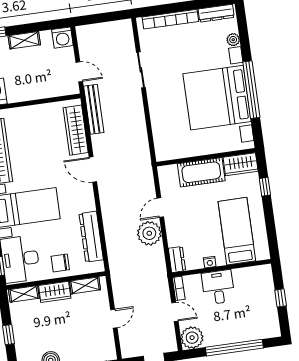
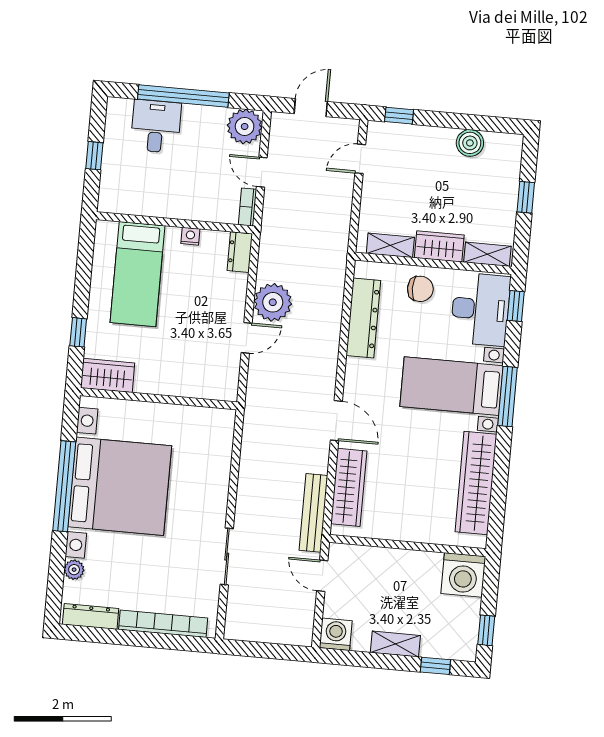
cot: (201, 172) -> (171, 377), removed
desk: (218, 287) -> (156, 126), moved, turned 180
door: (114, 319) -> (360, 159), moved

